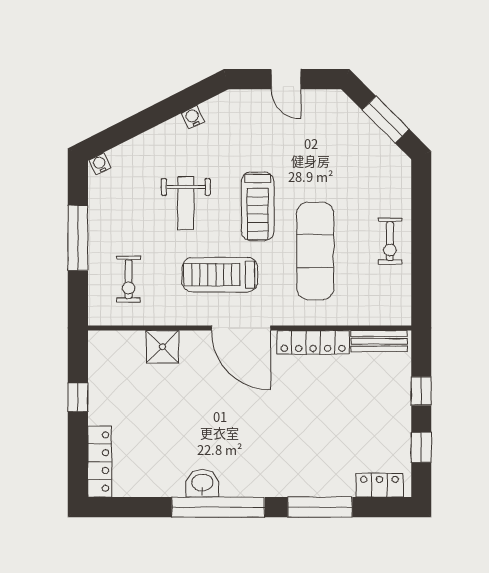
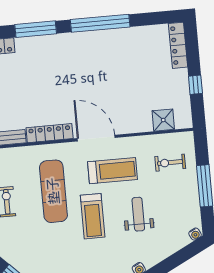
treadmill: (258, 206) -> (93, 216), turned 180
exercise bike: (129, 279) -> (170, 163), turned -90
shower: (163, 347) -> (163, 120), moved
washbasin: (202, 483) -> (112, 37), removed

